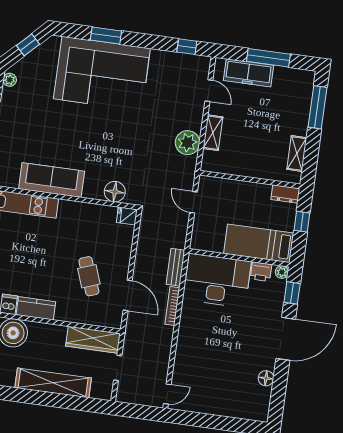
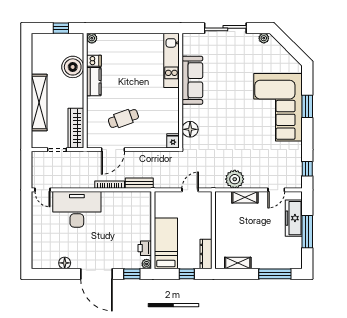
window: (28, 45) -> (292, 48), removed
dresser: (285, 194) -> (206, 254), width x1.44
desk: (217, 280) -> (77, 209), moved, turned -90

